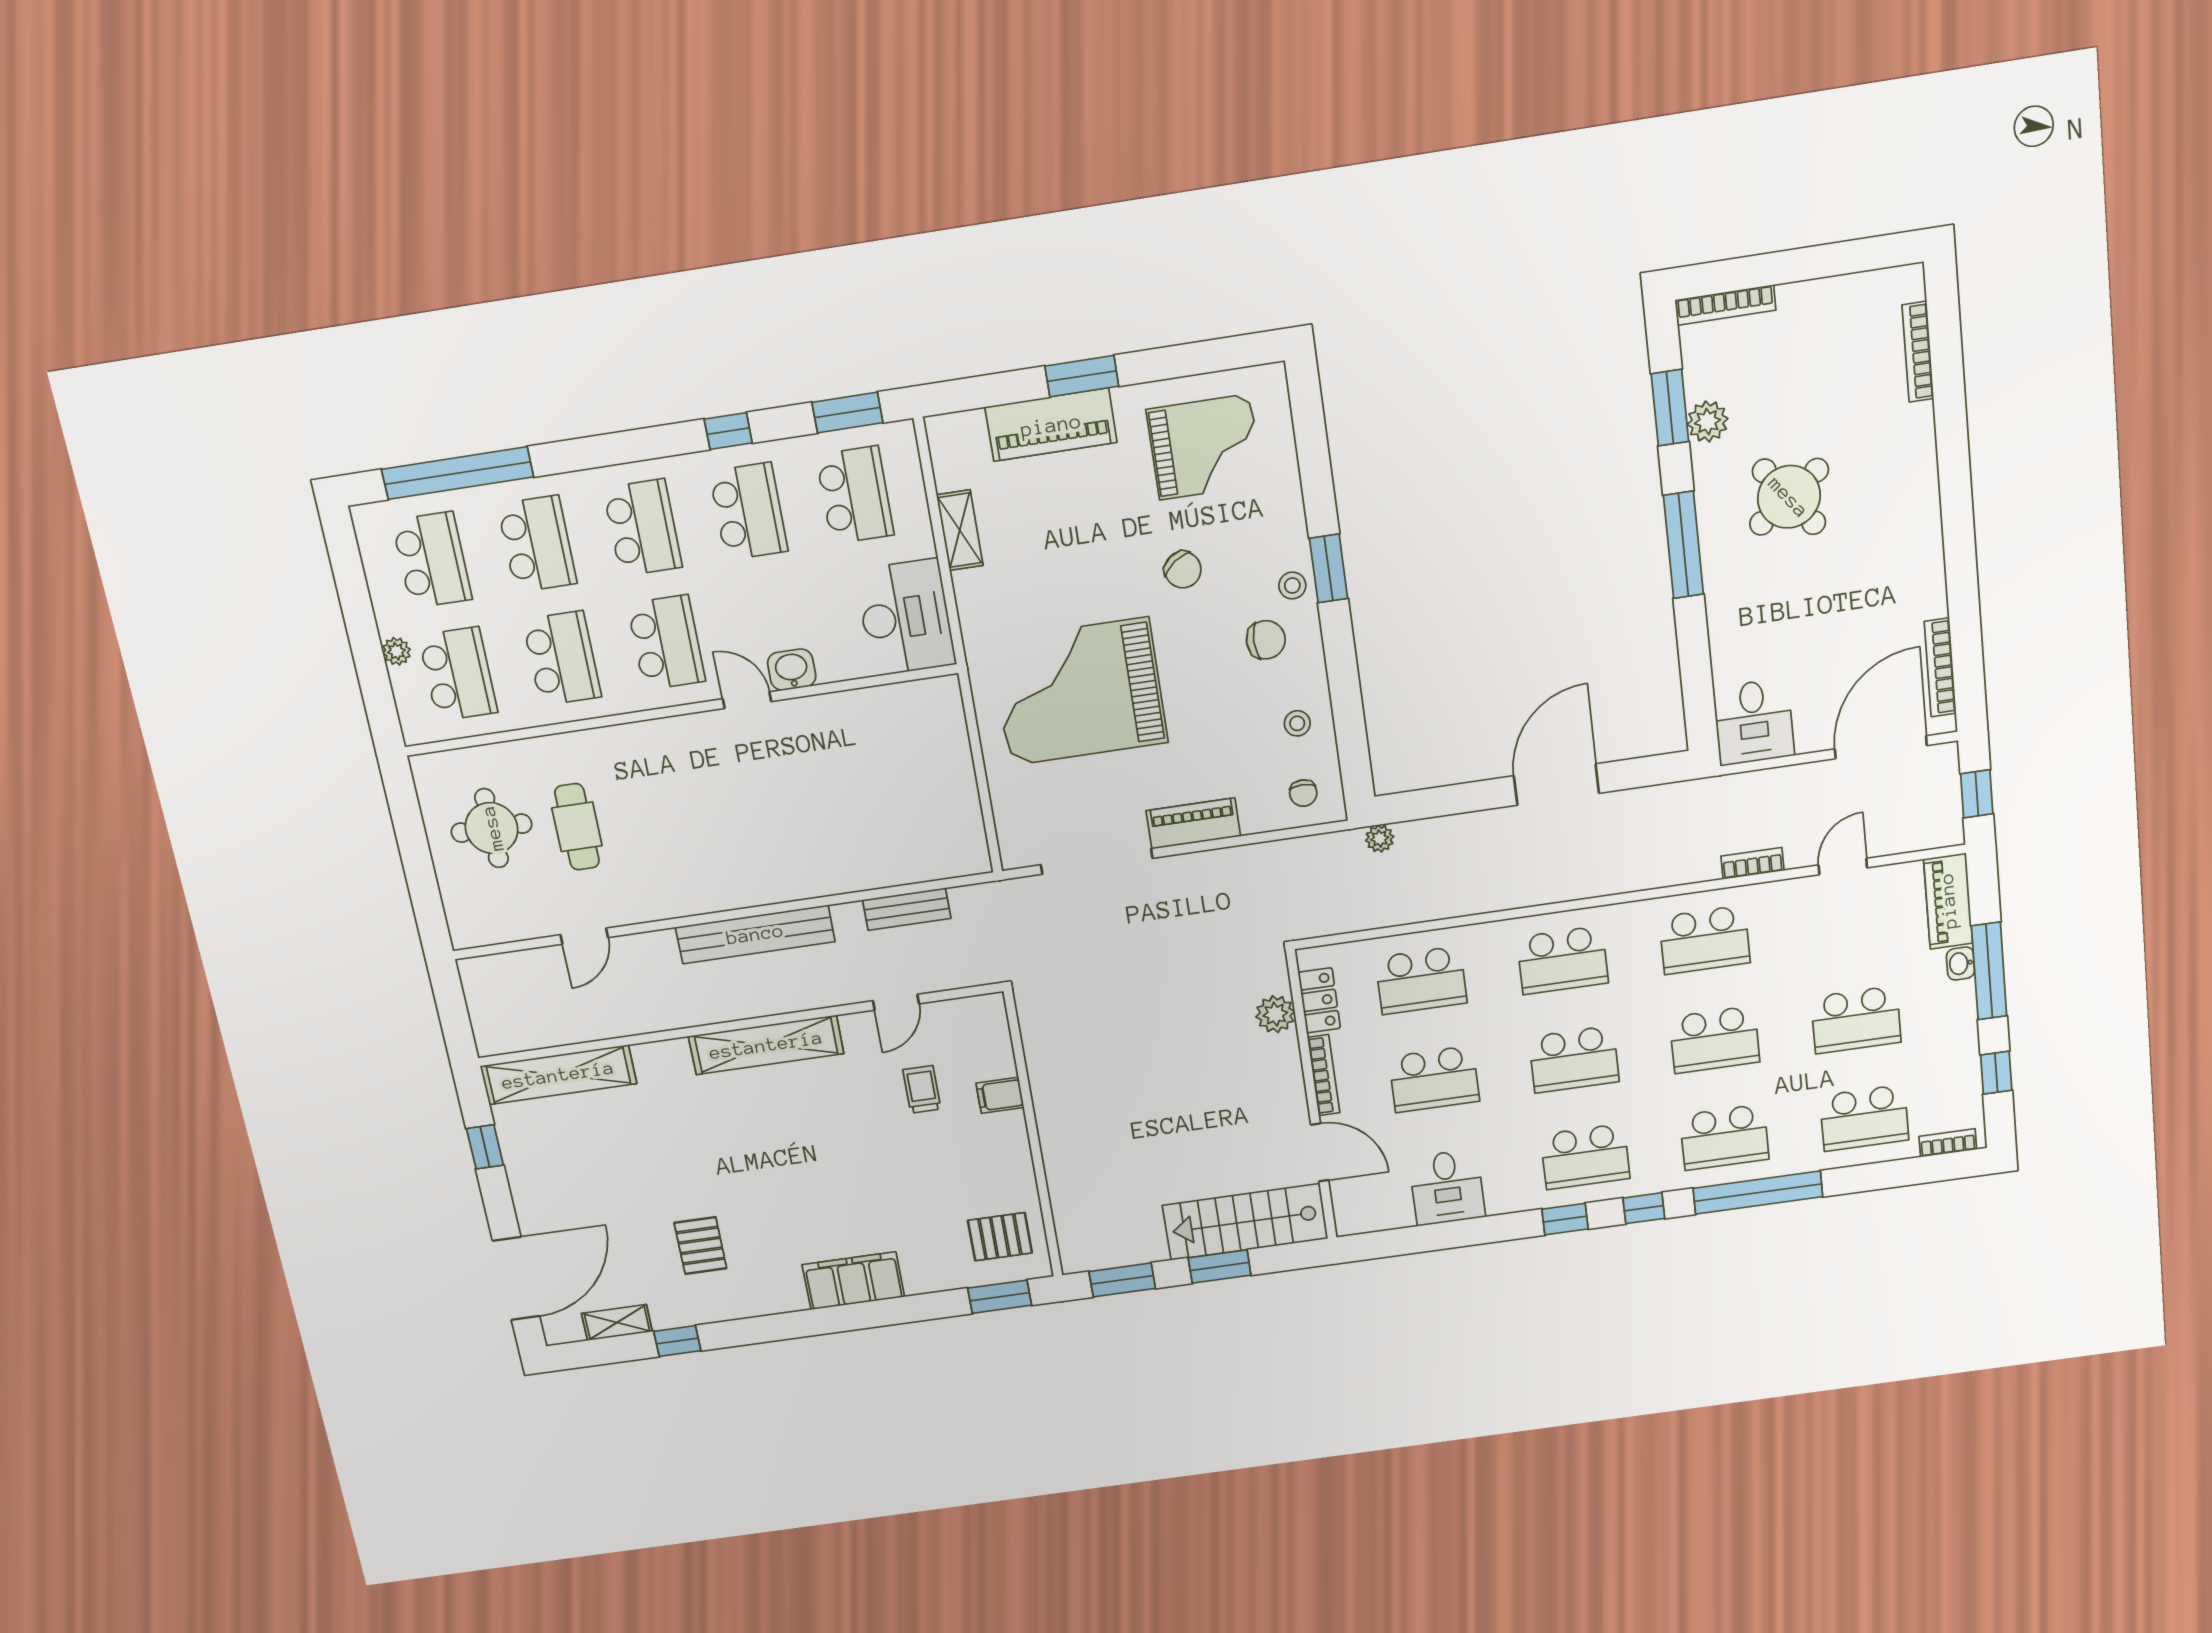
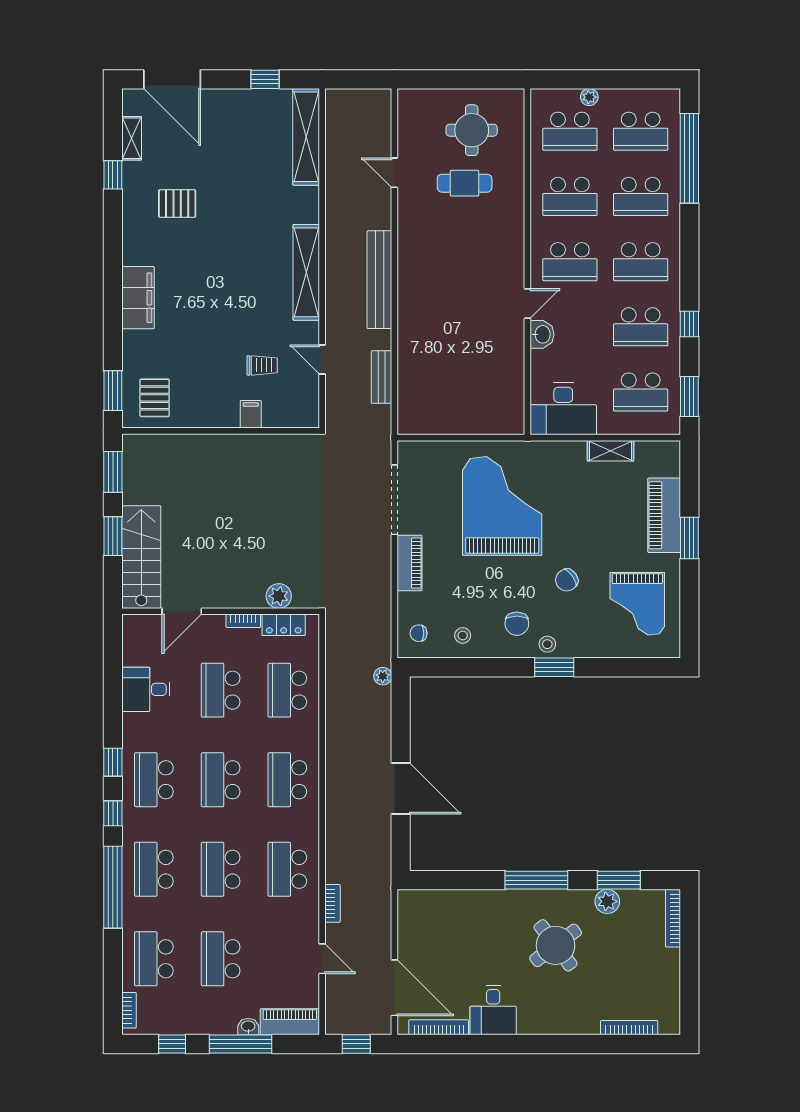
desk: (1754, 722) -> (493, 1010), moved, turned -90
bookcase: (1324, 1075) -> (243, 621), width x0.64

